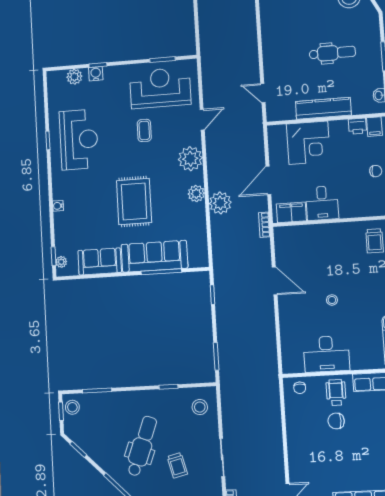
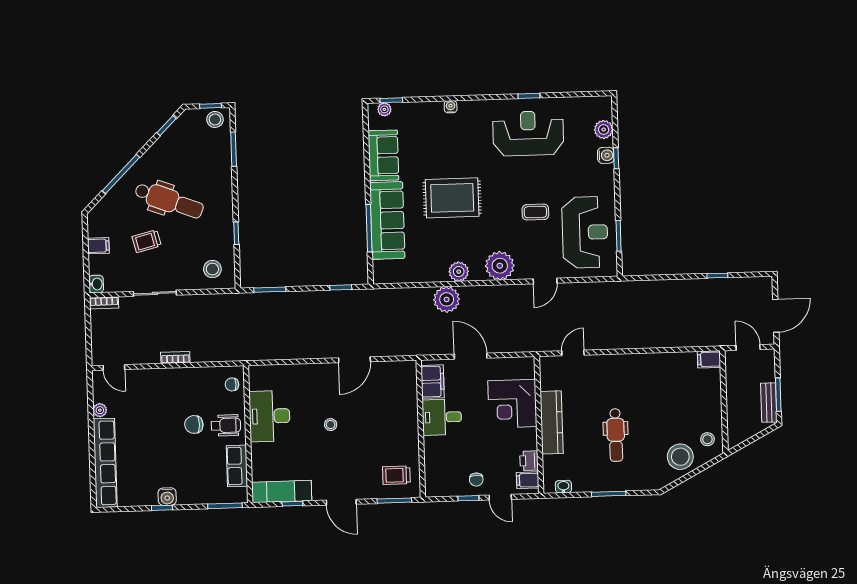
door: (202, 120) -> (545, 281), hinge flipped
reception desk: (79, 140) -> (528, 133), turned 180
bookcase: (264, 225) -> (175, 357), moved
chair: (336, 421) -> (194, 424), turned -90

